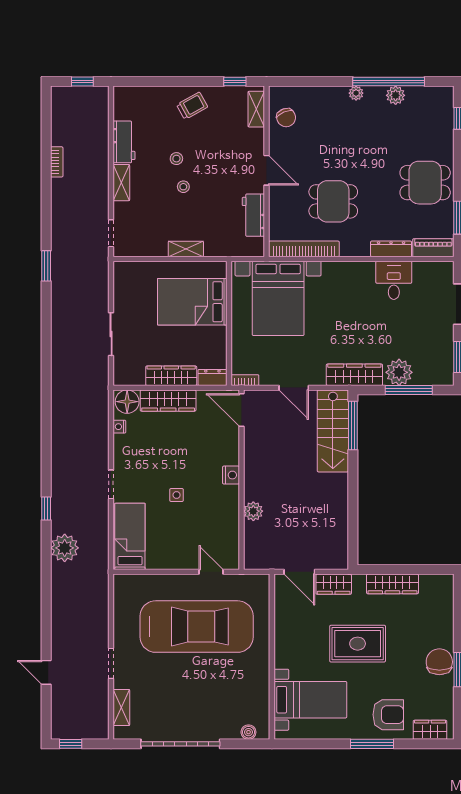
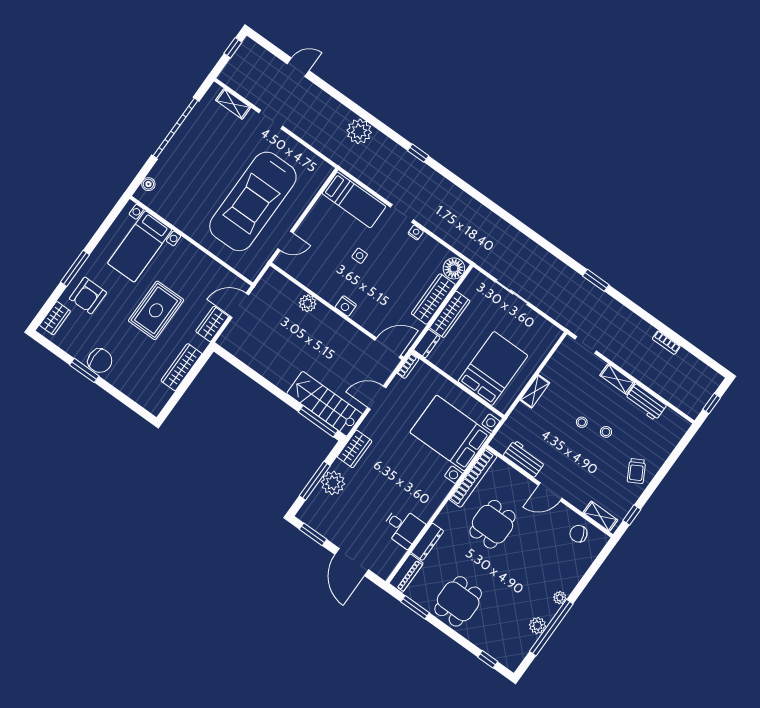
wardrobe: (354, 375) -> (355, 449), width x0.67
nightstand: (119, 427) -> (416, 233), moved
plant: (65, 548) -> (359, 131), moved

